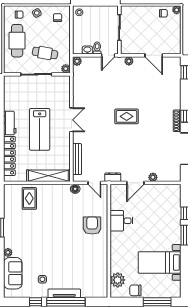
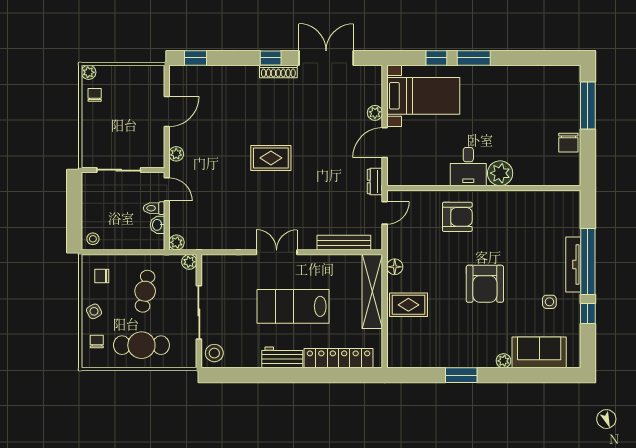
cafe table: (45, 53) -> (145, 291), moved
stool: (12, 83) -> (214, 353), added
rug: (127, 116) -> (271, 158), turned 90
lab bench: (40, 129) -> (293, 306), turned 180
door: (135, 183) -> (385, 143), swing flipped
floor lamp: (75, 189) -> (395, 267), moved
rug: (29, 198) -> (408, 305), moved
desk: (121, 221) -> (468, 167), moved
armchair: (92, 225) -> (457, 217), turned 180
armchair: (53, 242) -> (485, 284), added
bed with nightstands: (160, 262) -> (423, 96), moved, turned -90
plant: (118, 280) -> (500, 173), moved

